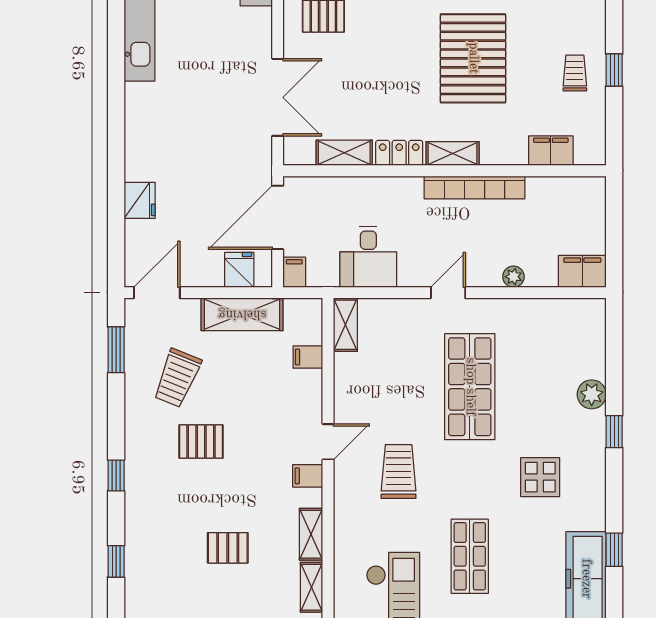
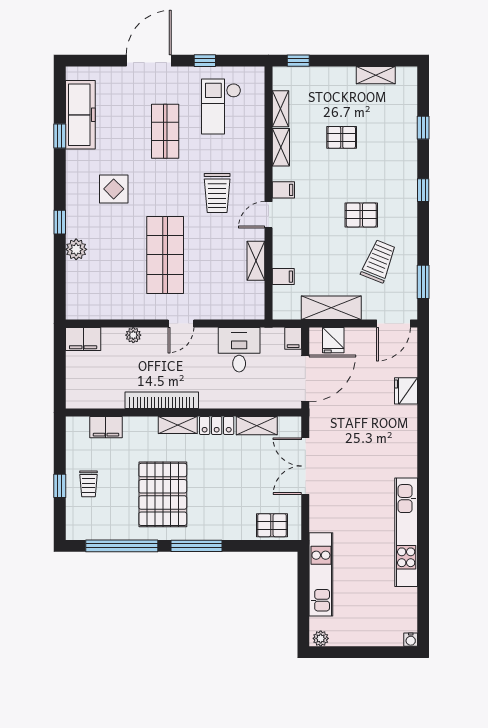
shelving: (345, 325) -> (256, 261), moved

